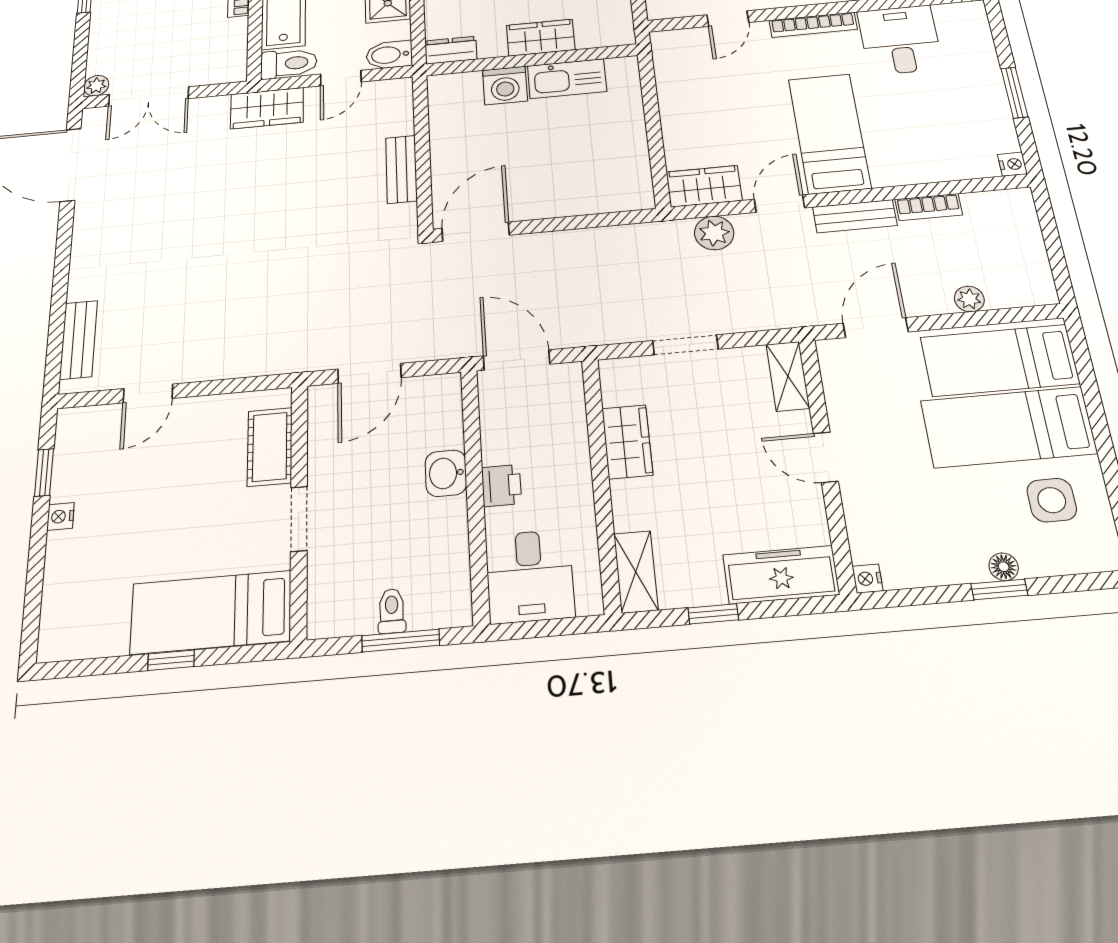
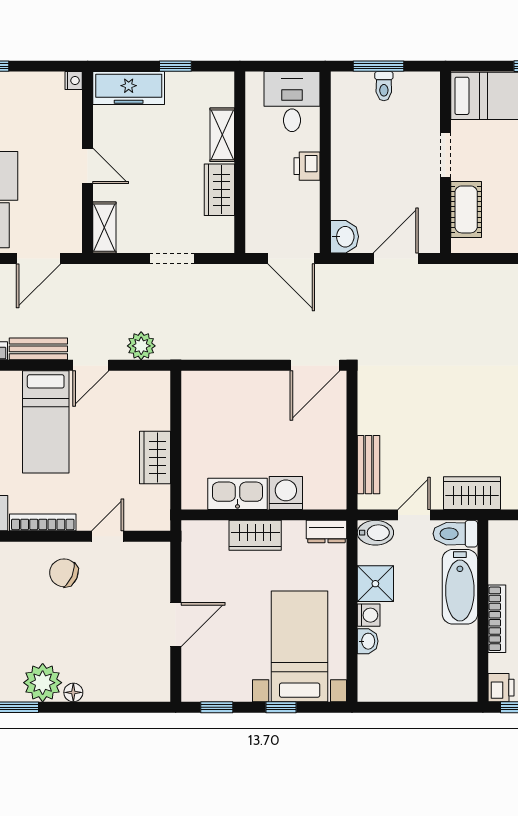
bench: (401, 169) -> (369, 465), moved
wardrobe: (704, 186) -> (155, 457), moved, turned 90
washbasin: (446, 473) -> (344, 237), moved
shelving: (636, 572) -> (222, 135), moved

